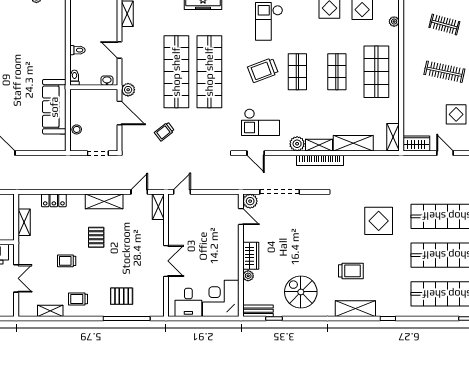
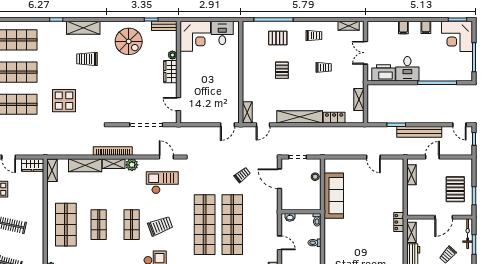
plant: (128, 90) -> (272, 210), removed
door: (119, 113) -> (280, 179), moved
shelving: (104, 201) -> (300, 117), width x1.47
plant: (250, 201) -> (171, 117), removed
pallet: (96, 237) -> (282, 70), moved
double door: (166, 261) -> (241, 67), removed
shelving: (50, 311) -> (349, 26), moved

